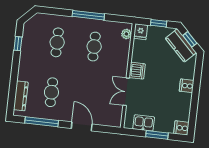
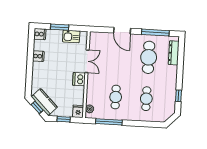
window: (88, 15) -> (109, 122), moved
cooker: (187, 86) -> (38, 56), moved
cafe table: (51, 92) -> (149, 57), width x1.37, depth x1.35

